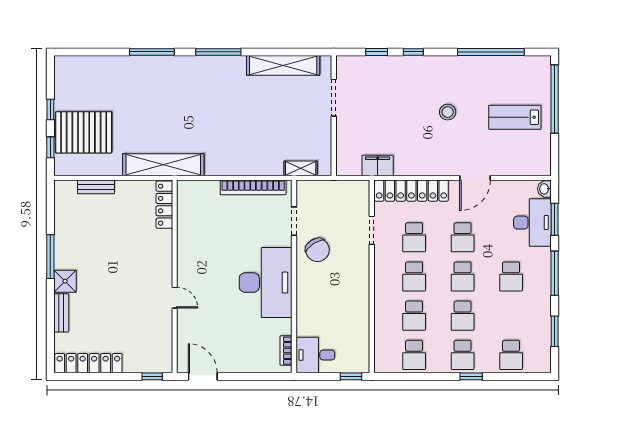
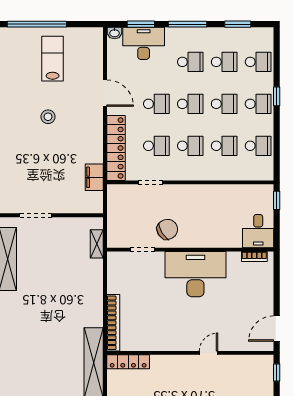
lab bench: (515, 117) -> (53, 59), turned 180
bookcase: (253, 187) -> (113, 323), moved
school desk: (511, 316) -> (224, 62), added

